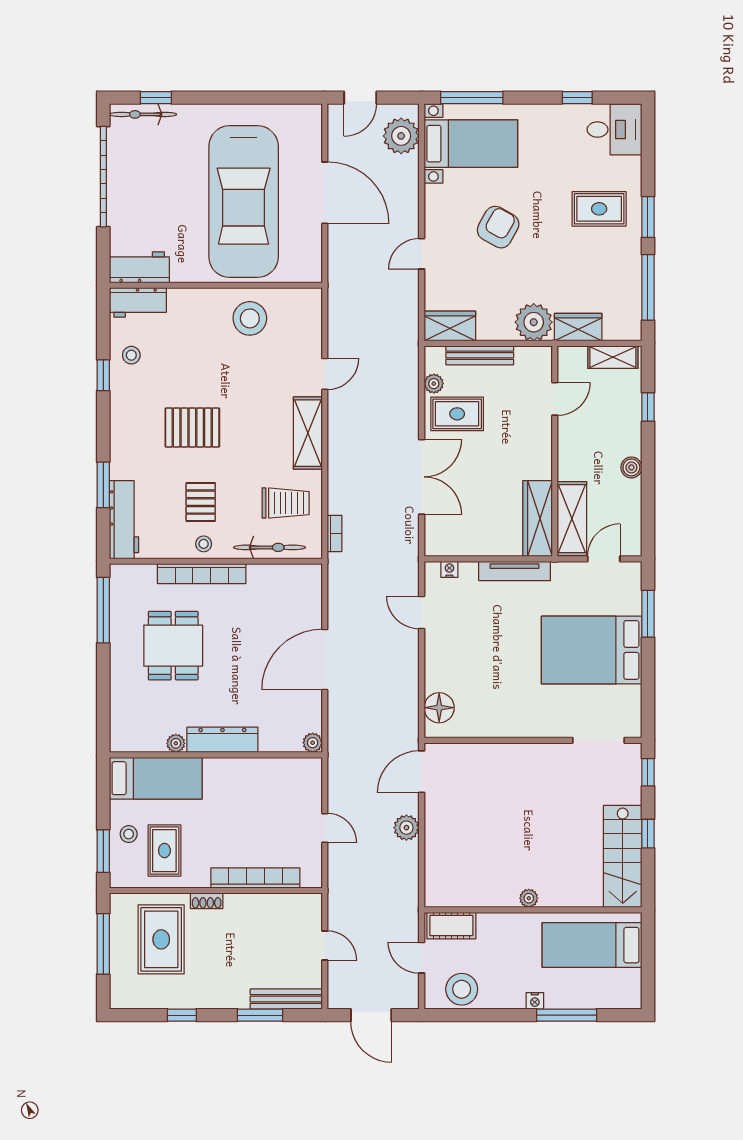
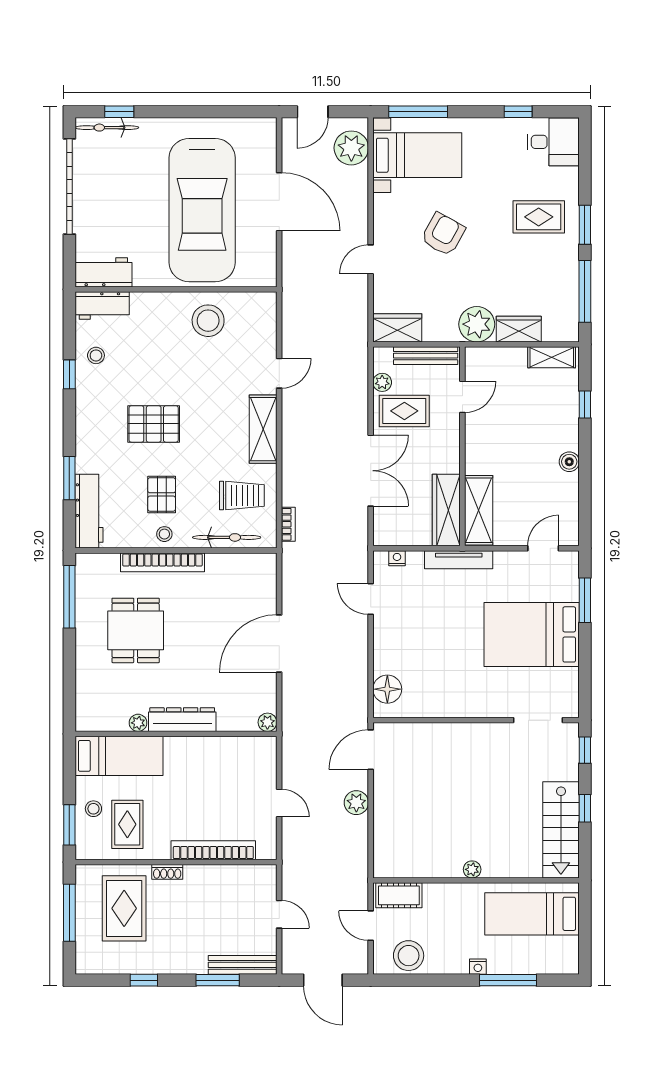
door: (555, 399) -> (462, 397), moved
wall: (555, 451) -> (462, 446), moved
wardrobe: (538, 518) -> (446, 510), moved
shelving: (572, 519) -> (479, 510), moved

